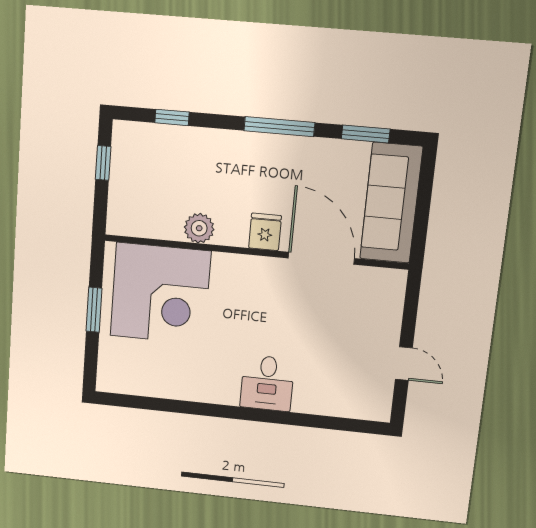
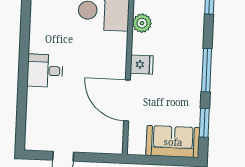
sofa: (391, 203) -> (173, 142), width x0.73
door: (321, 258) -> (127, 100), swing flipped

